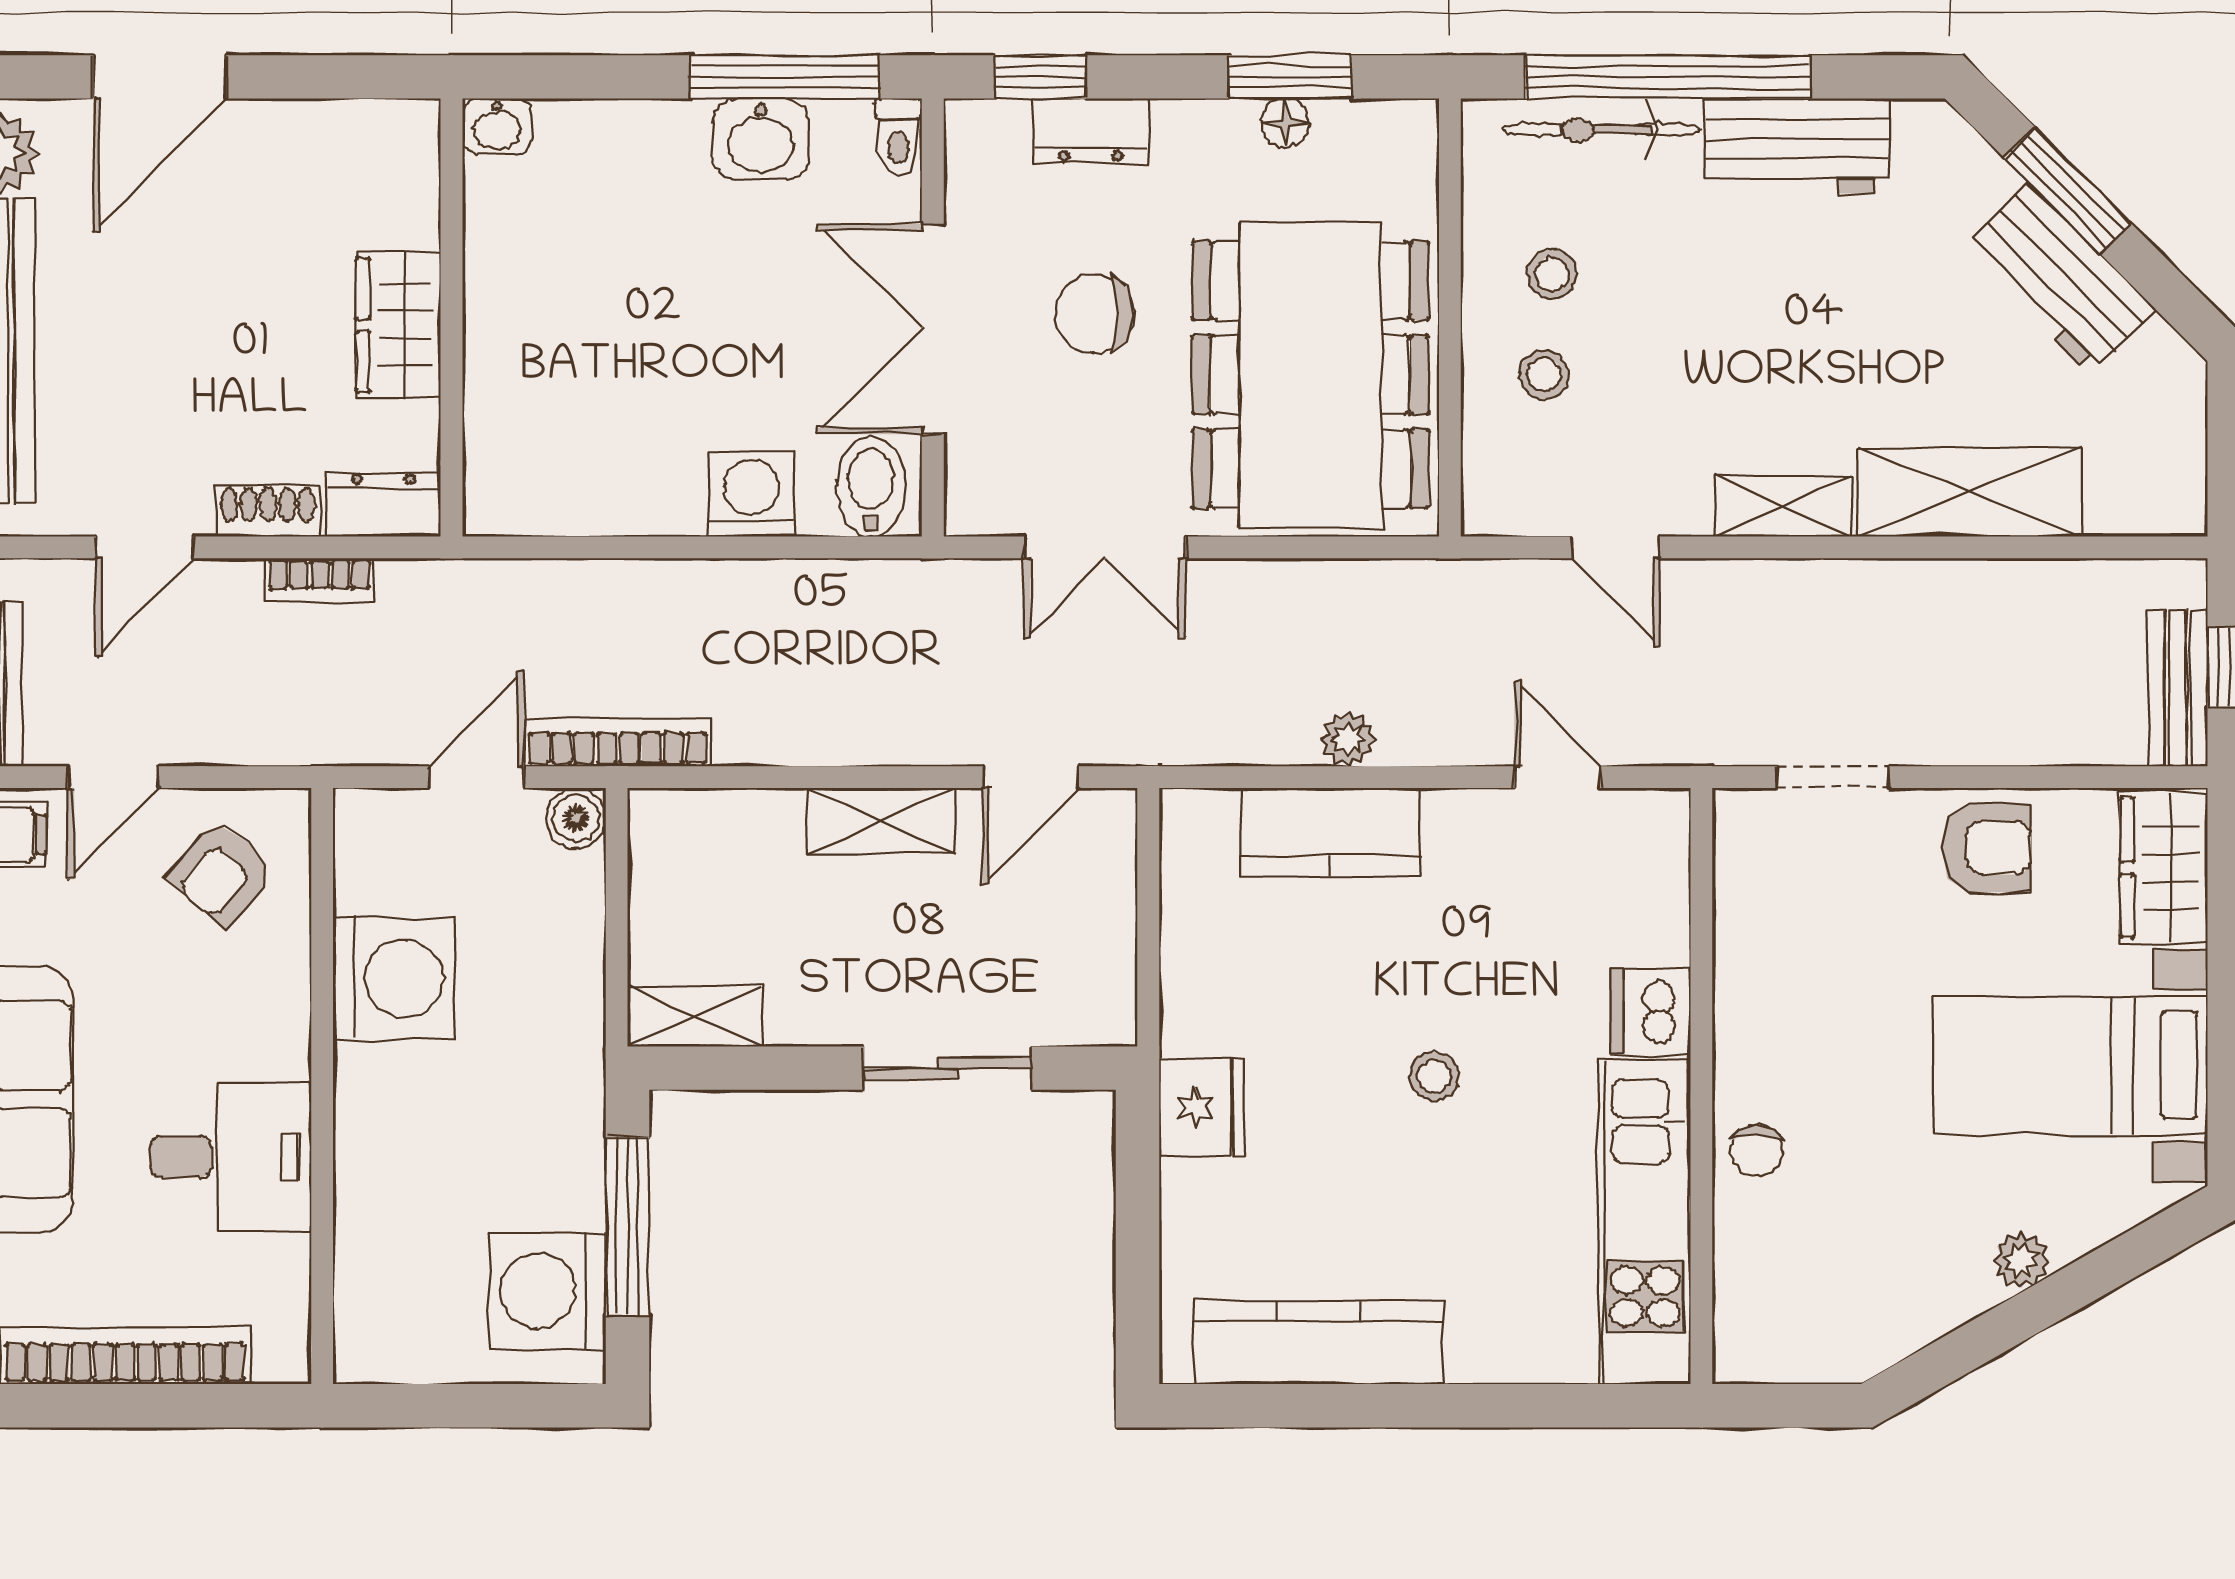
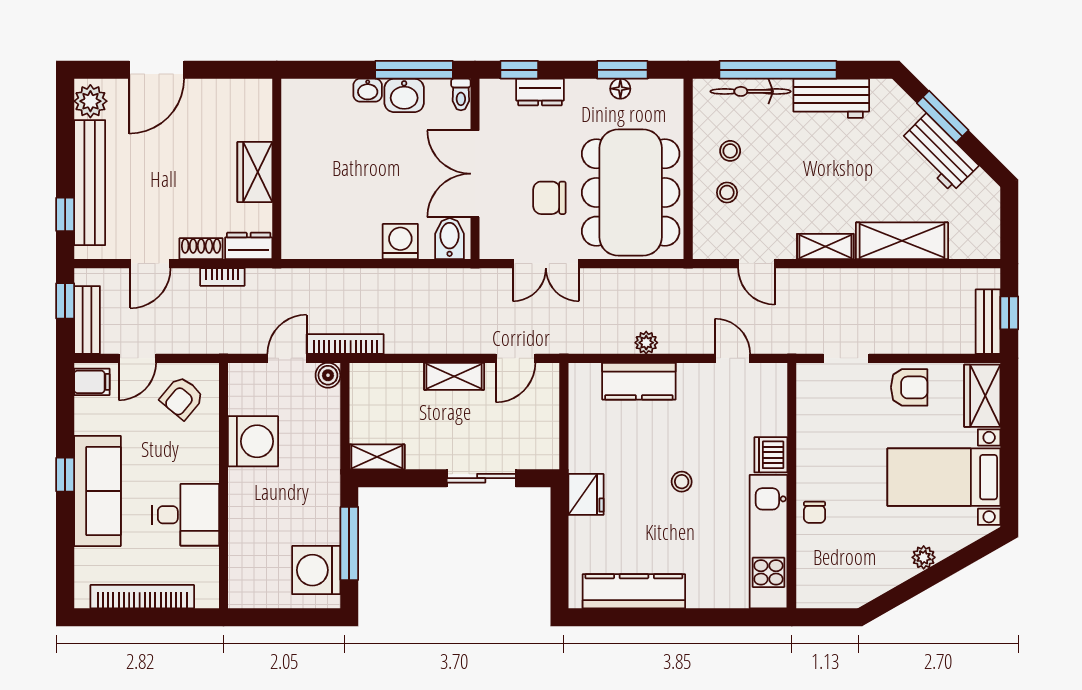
washbasin: (497, 126) -> (368, 90), moved
chair: (1094, 314) -> (549, 198), moved

